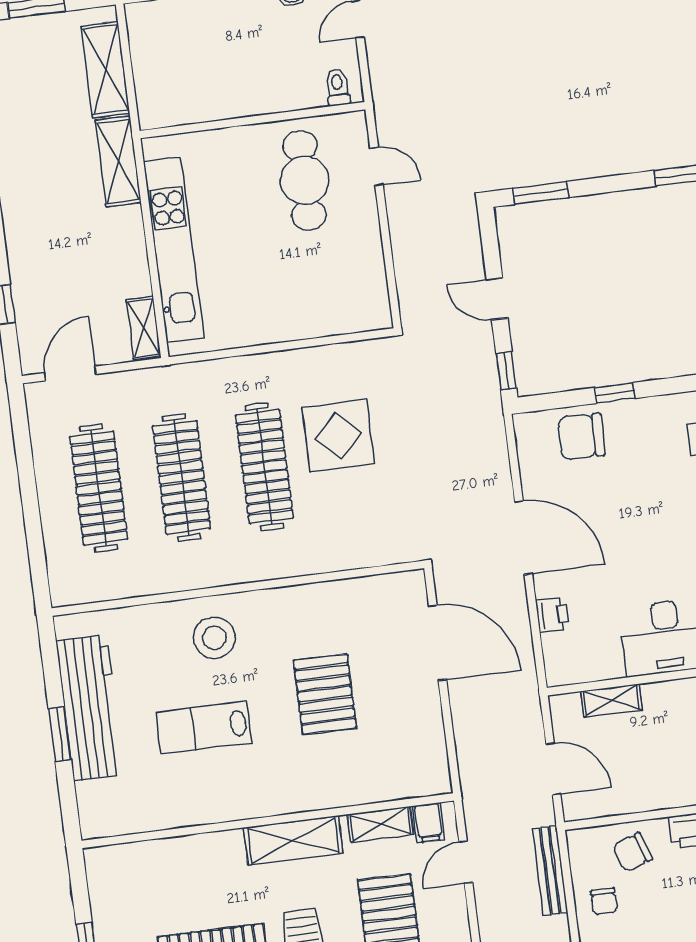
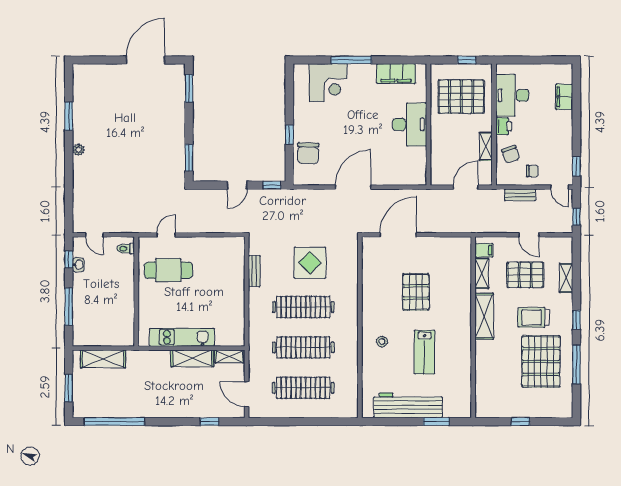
shelving: (118, 161) -> (192, 358), moved
kitchen unit: (174, 250) -> (182, 337), width x0.73
bench: (325, 357) -> (254, 271), added
display table: (338, 436) -> (310, 263), moved
printer: (552, 615) -> (392, 178), removed
stool: (214, 638) -> (382, 342), width x0.53, depth x0.53
pallet: (325, 694) -> (416, 292), turned 90
shelving: (611, 700) -> (486, 146), moved
window: (60, 734) -> (436, 422), moved
door: (466, 862) -> (529, 235), moved
bench: (550, 871) -> (520, 195), width x0.73

